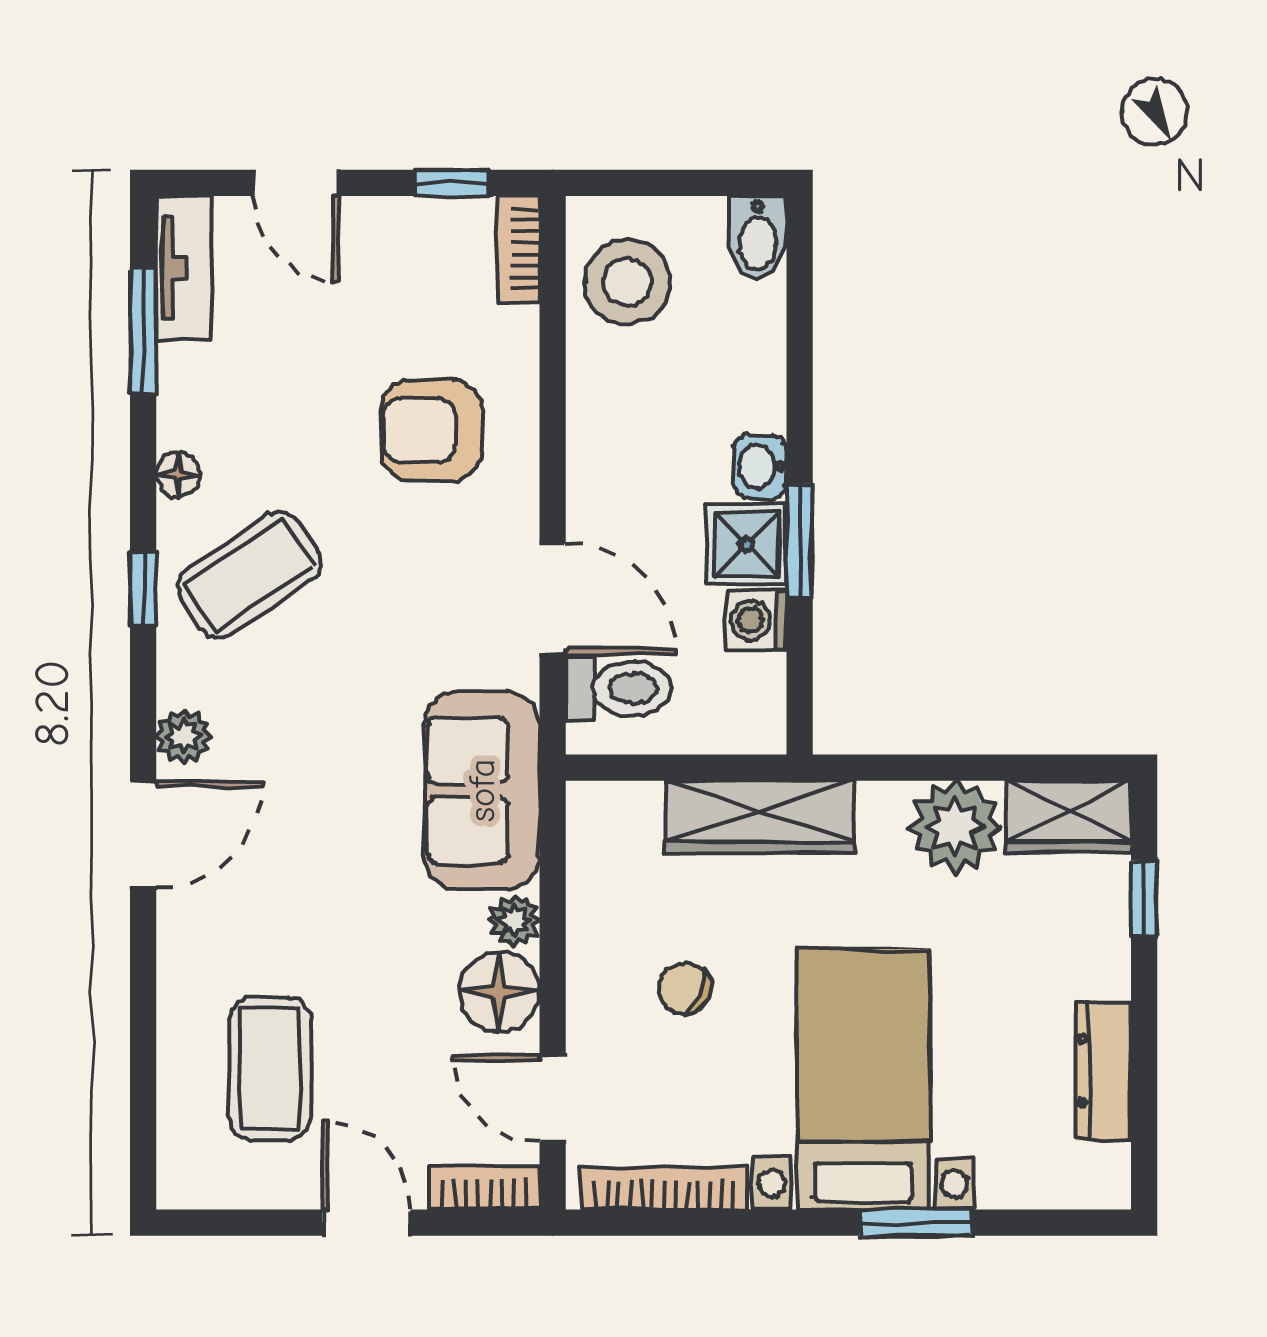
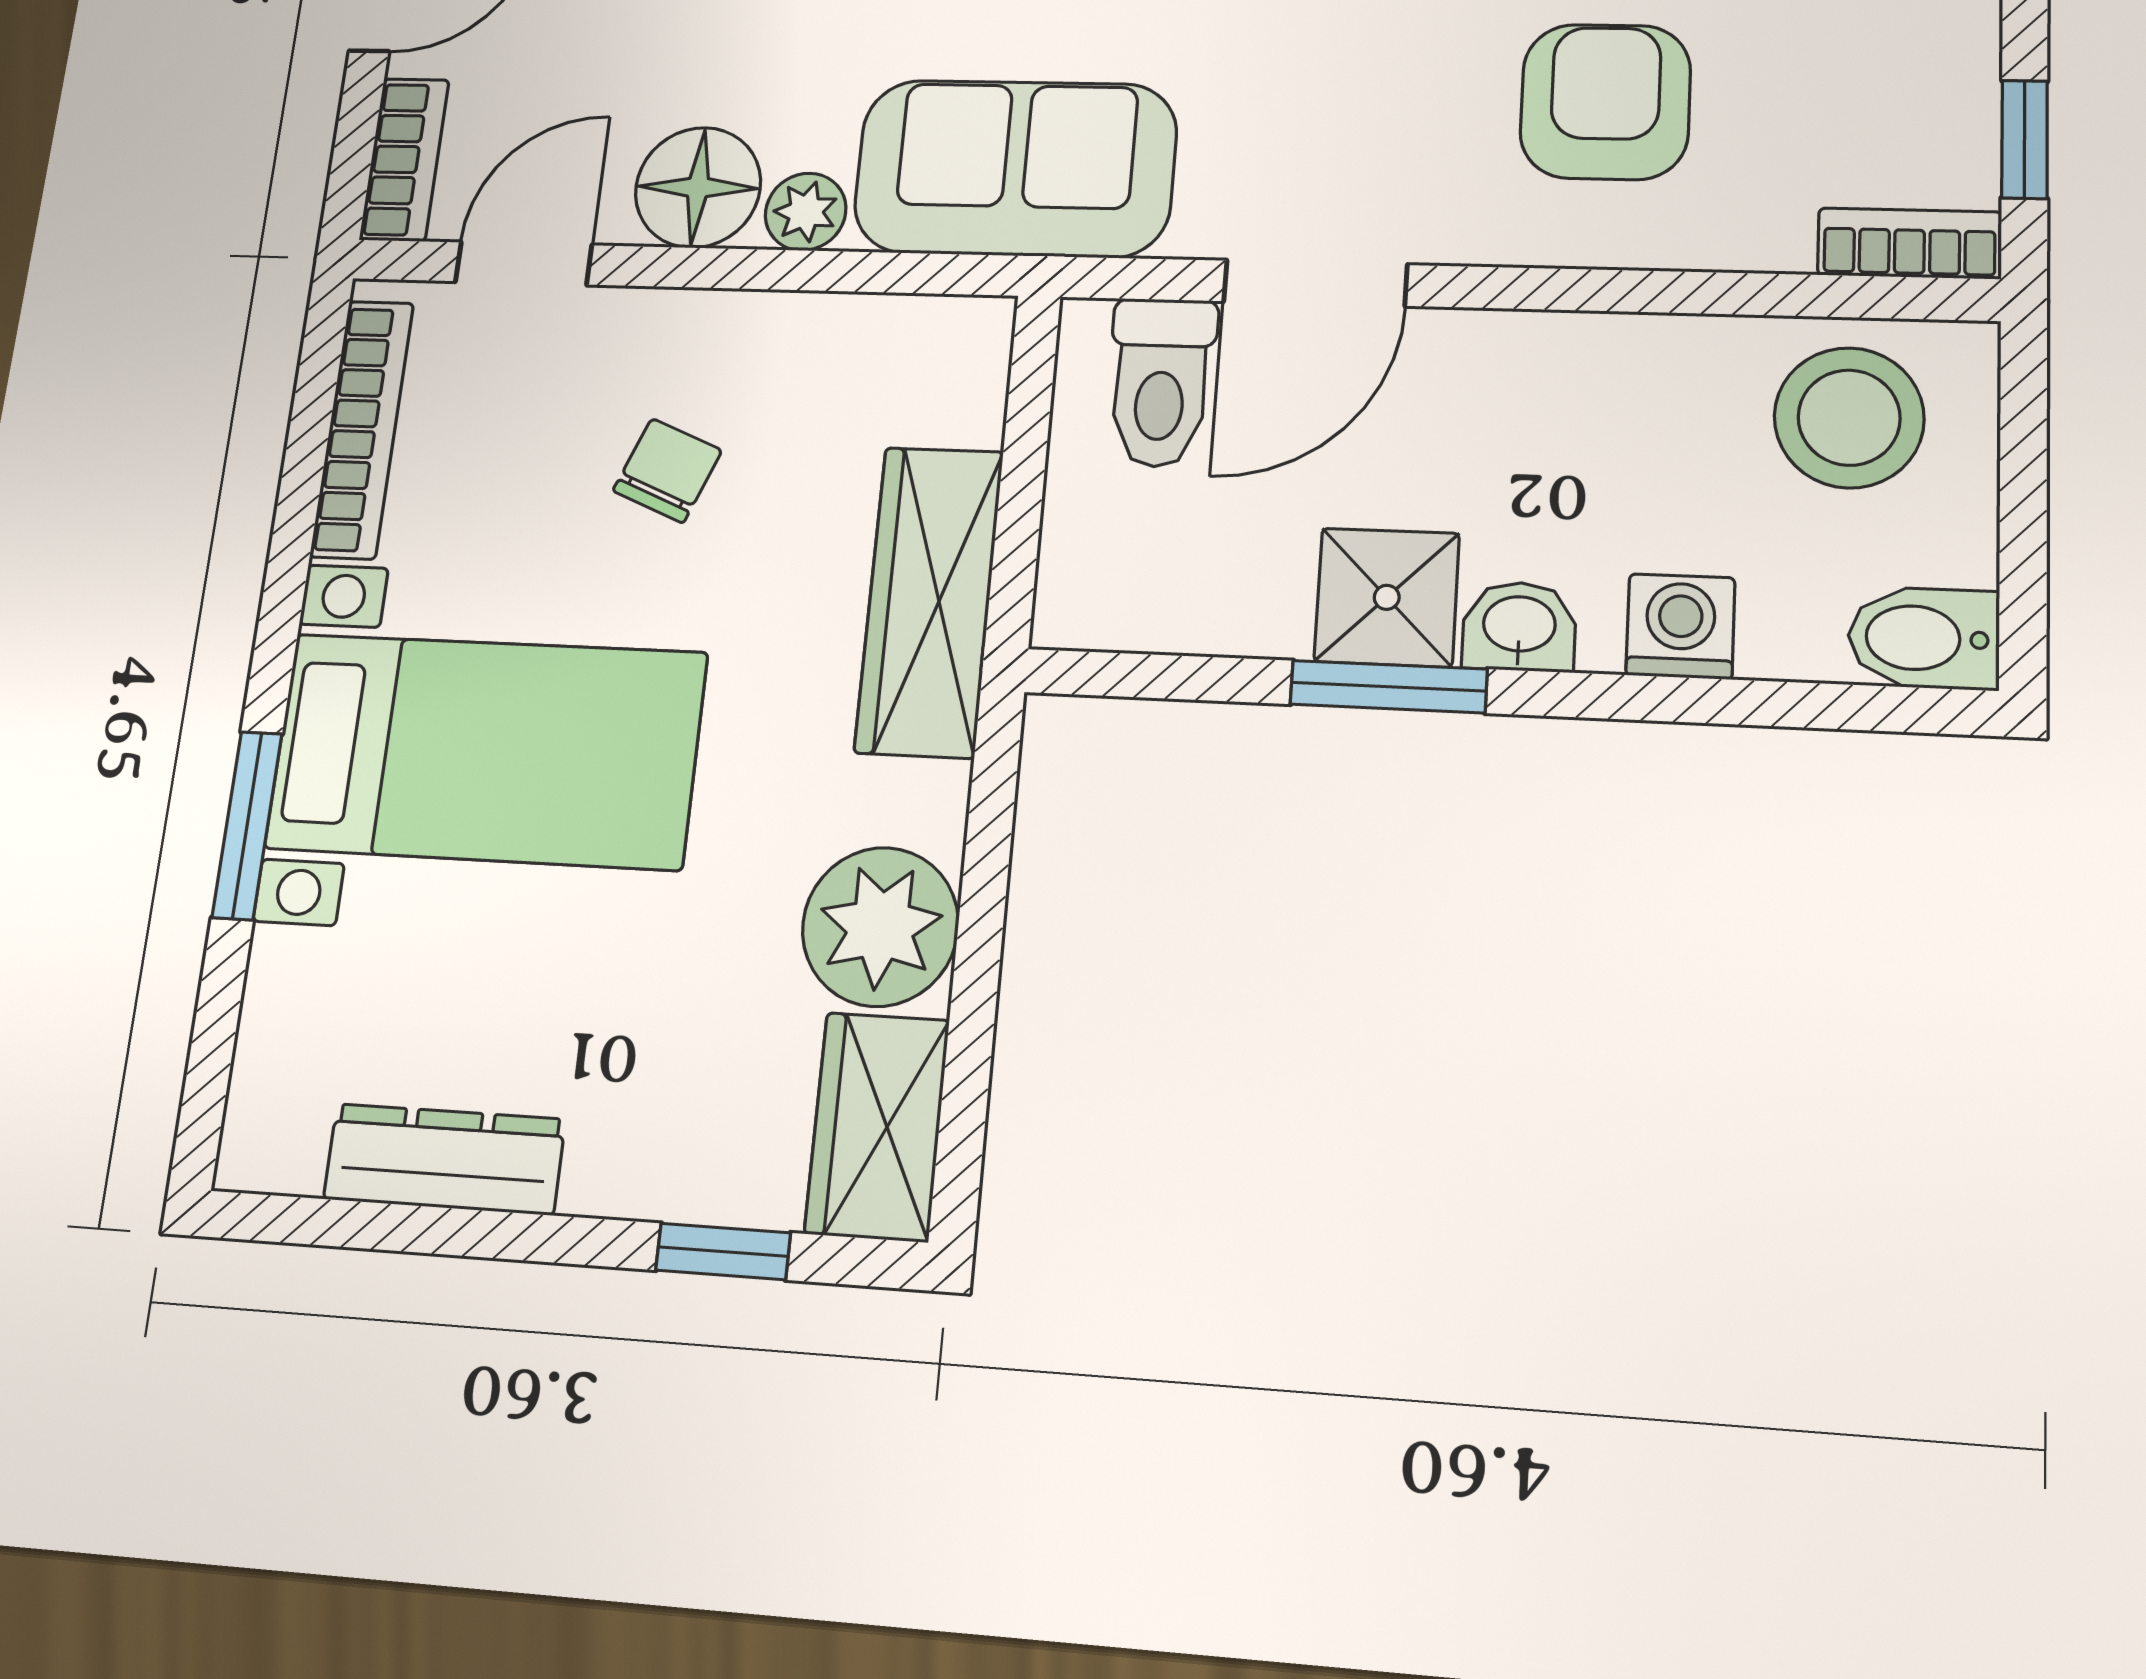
washing machine: (757, 620) -> (1680, 626), moved

